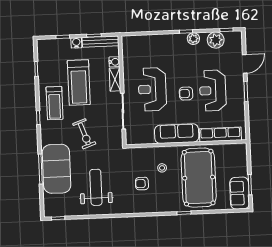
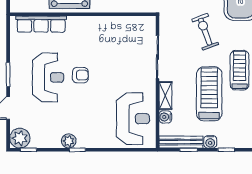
plant: (216, 40) -> (20, 138), moved
reception desk: (152, 89) -> (133, 119), moved
sofa: (177, 134) -> (94, 27), removed

